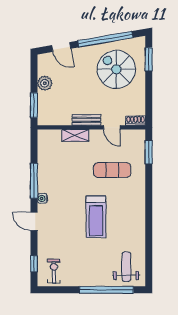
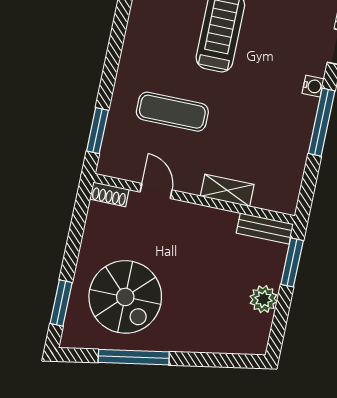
window: (105, 39) -> (134, 357), width x0.68
door: (61, 47) -> (219, 360), removed
bench: (86, 120) -> (265, 228), moved

